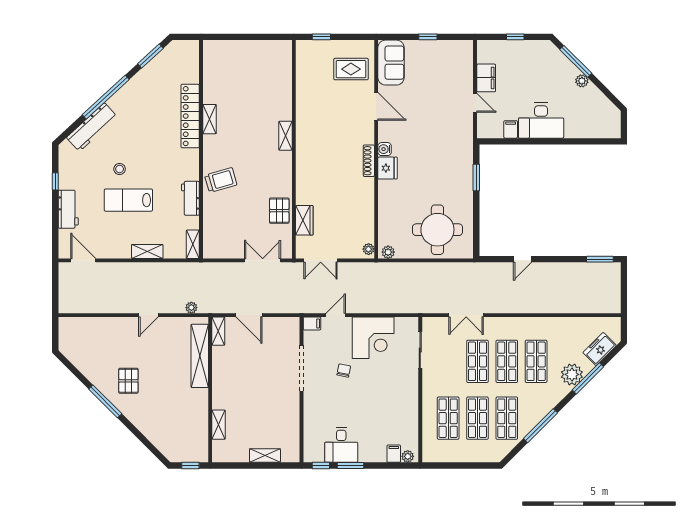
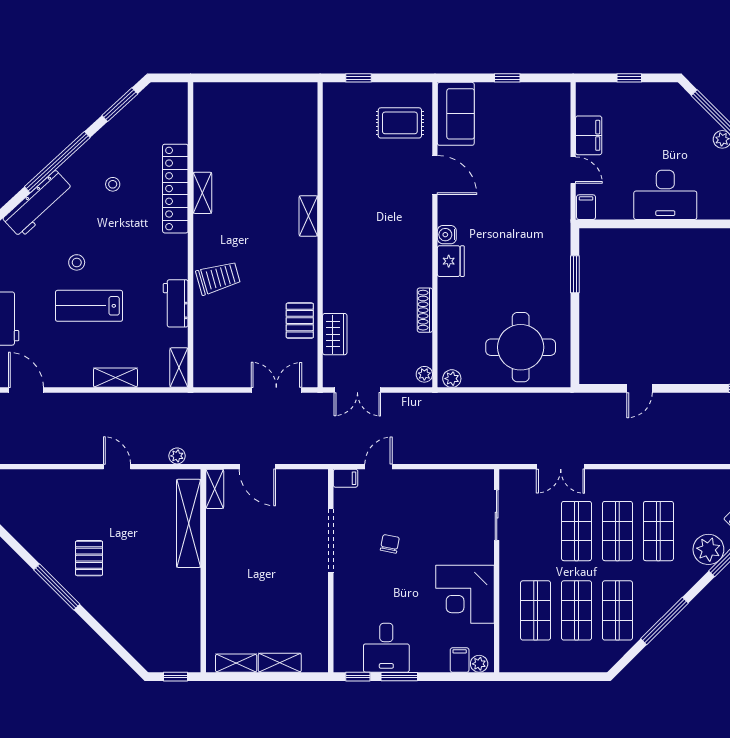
stool: (145, 113) -> (113, 184), added
filing cabinet: (511, 129) -> (586, 207), moved
shoe rack: (369, 161) -> (425, 310), moved
door: (148, 315) -> (117, 467), swing flipped
corner desk: (373, 338) -> (465, 594), moved, turned 90
shelving: (219, 425) -> (236, 663), moved, turned 90

